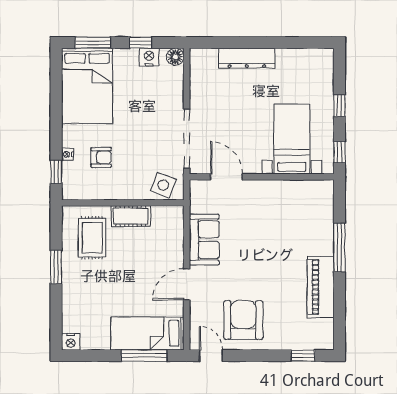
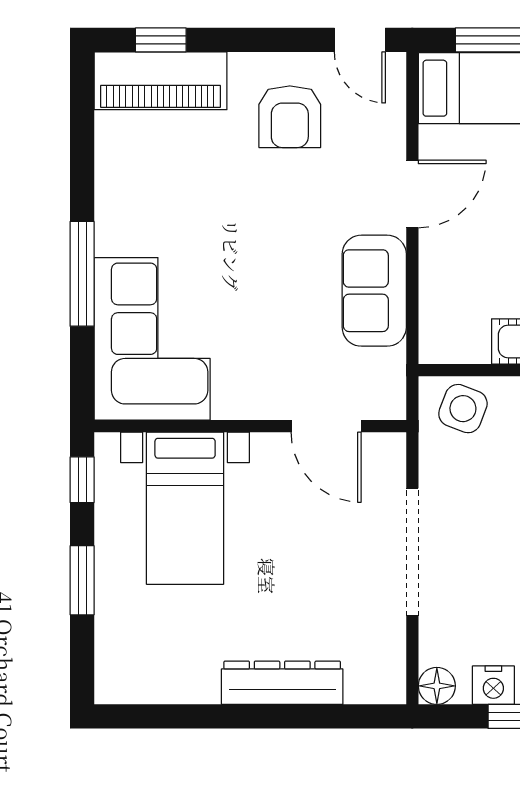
window: (339, 106) -> (82, 580), width x1.50
doorway: (187, 138) -> (412, 552), moved
corner sofa: (307, 217) -> (152, 339), added
piano: (320, 287) -> (160, 81), moved, turned 90
armchair: (243, 320) -> (290, 117), width x0.73, depth x0.73

